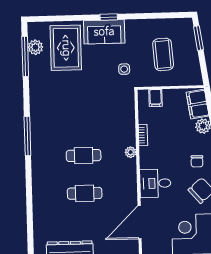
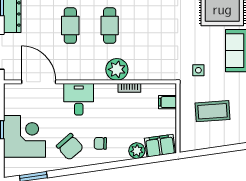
window: (198, 38) -> (229, 148), removed
plant: (131, 152) -> (117, 69), width x1.88, depth x1.88

